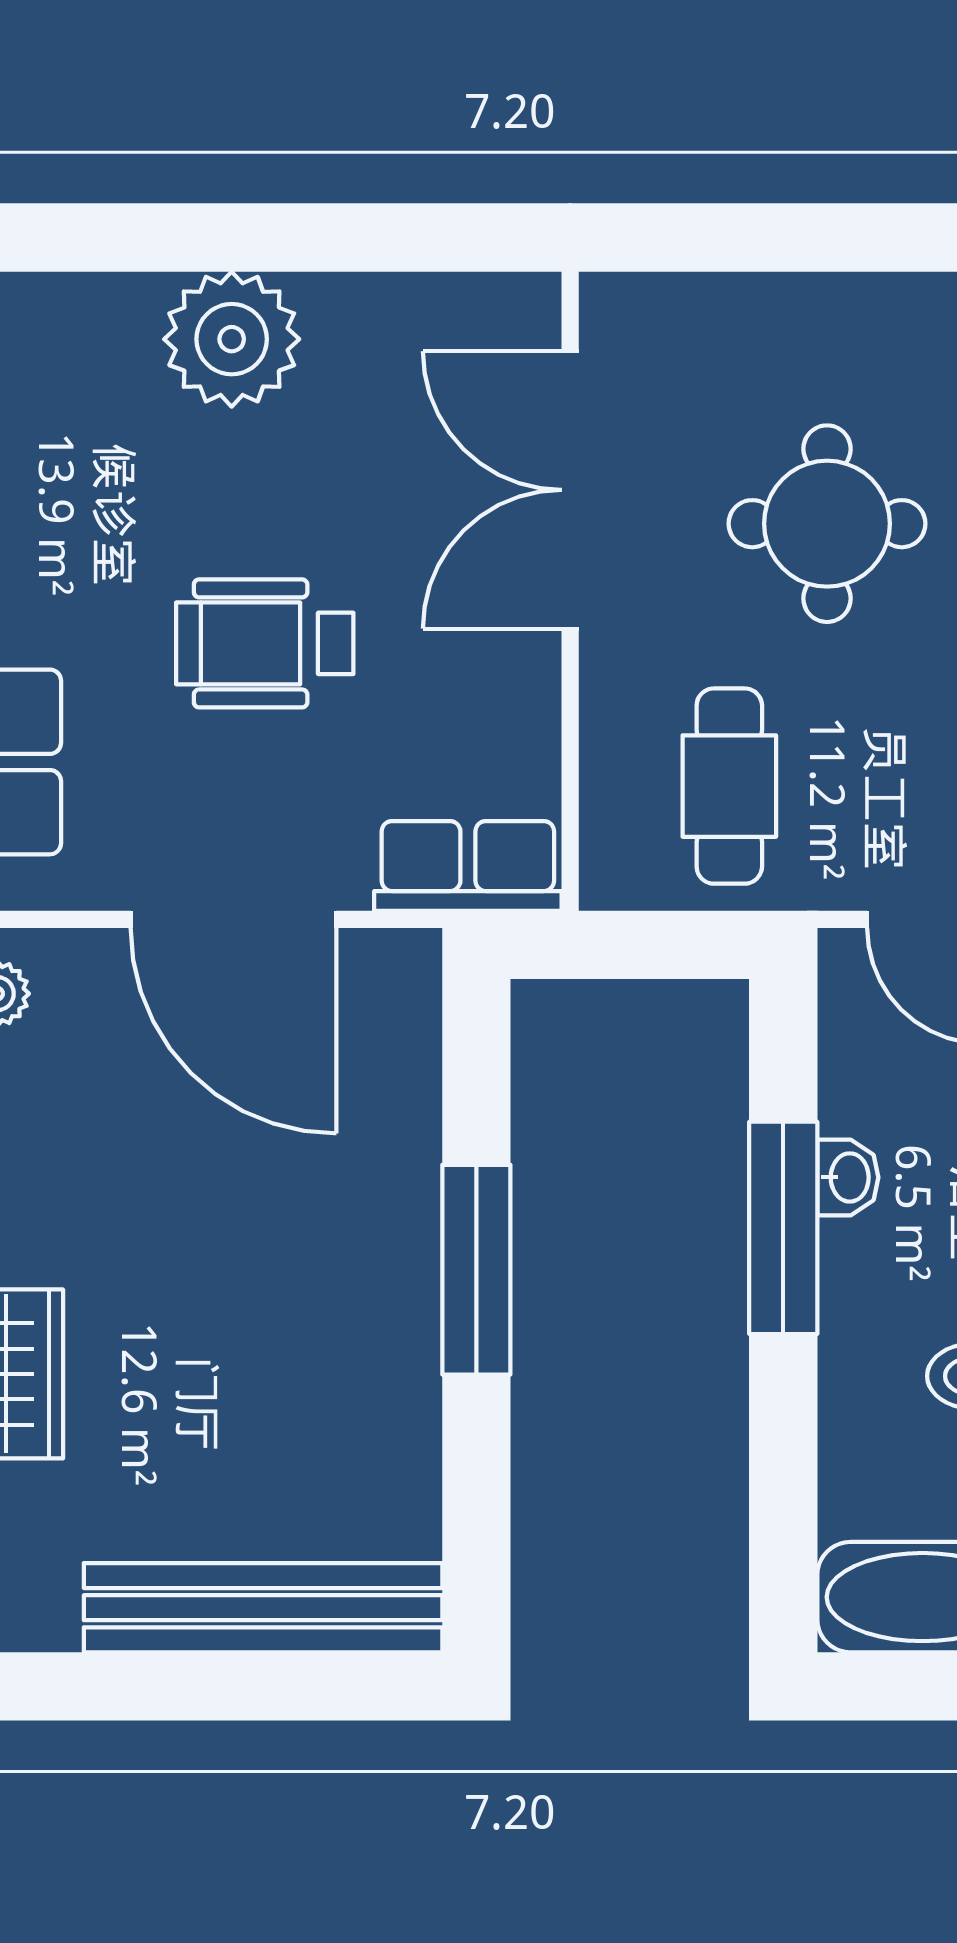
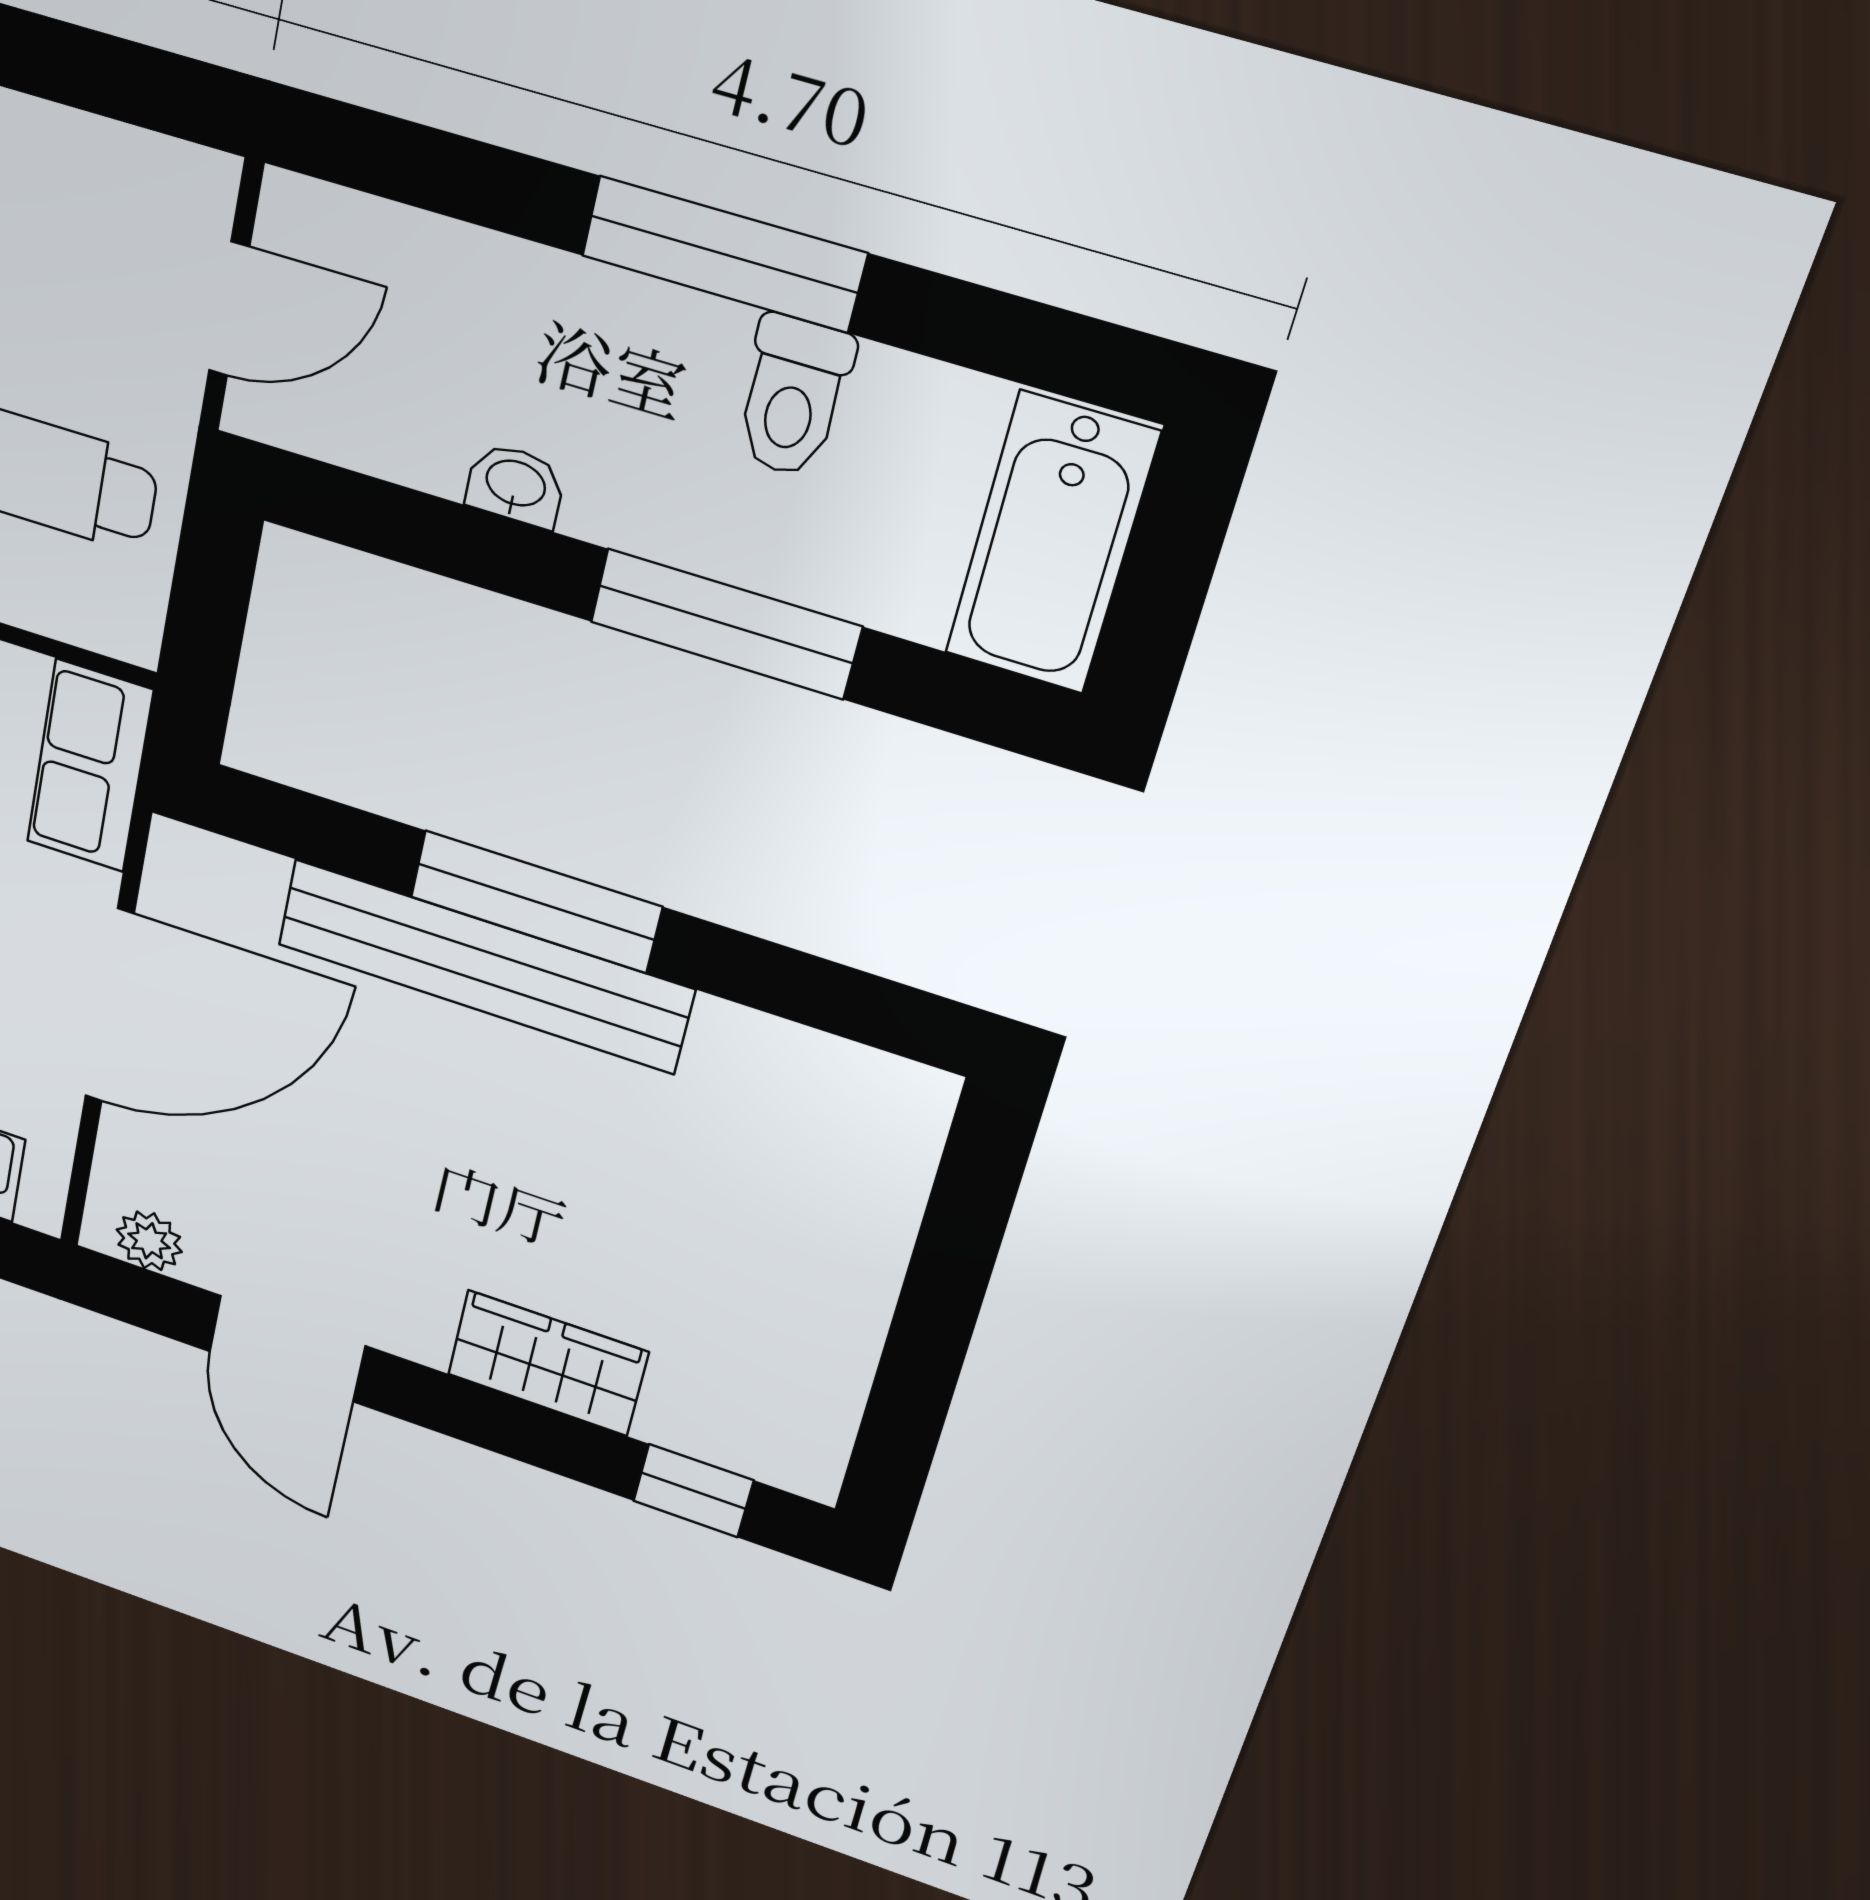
window: (783, 1228) -> (726, 624), moved
bench: (263, 1608) -> (484, 967), moved, turned 90

